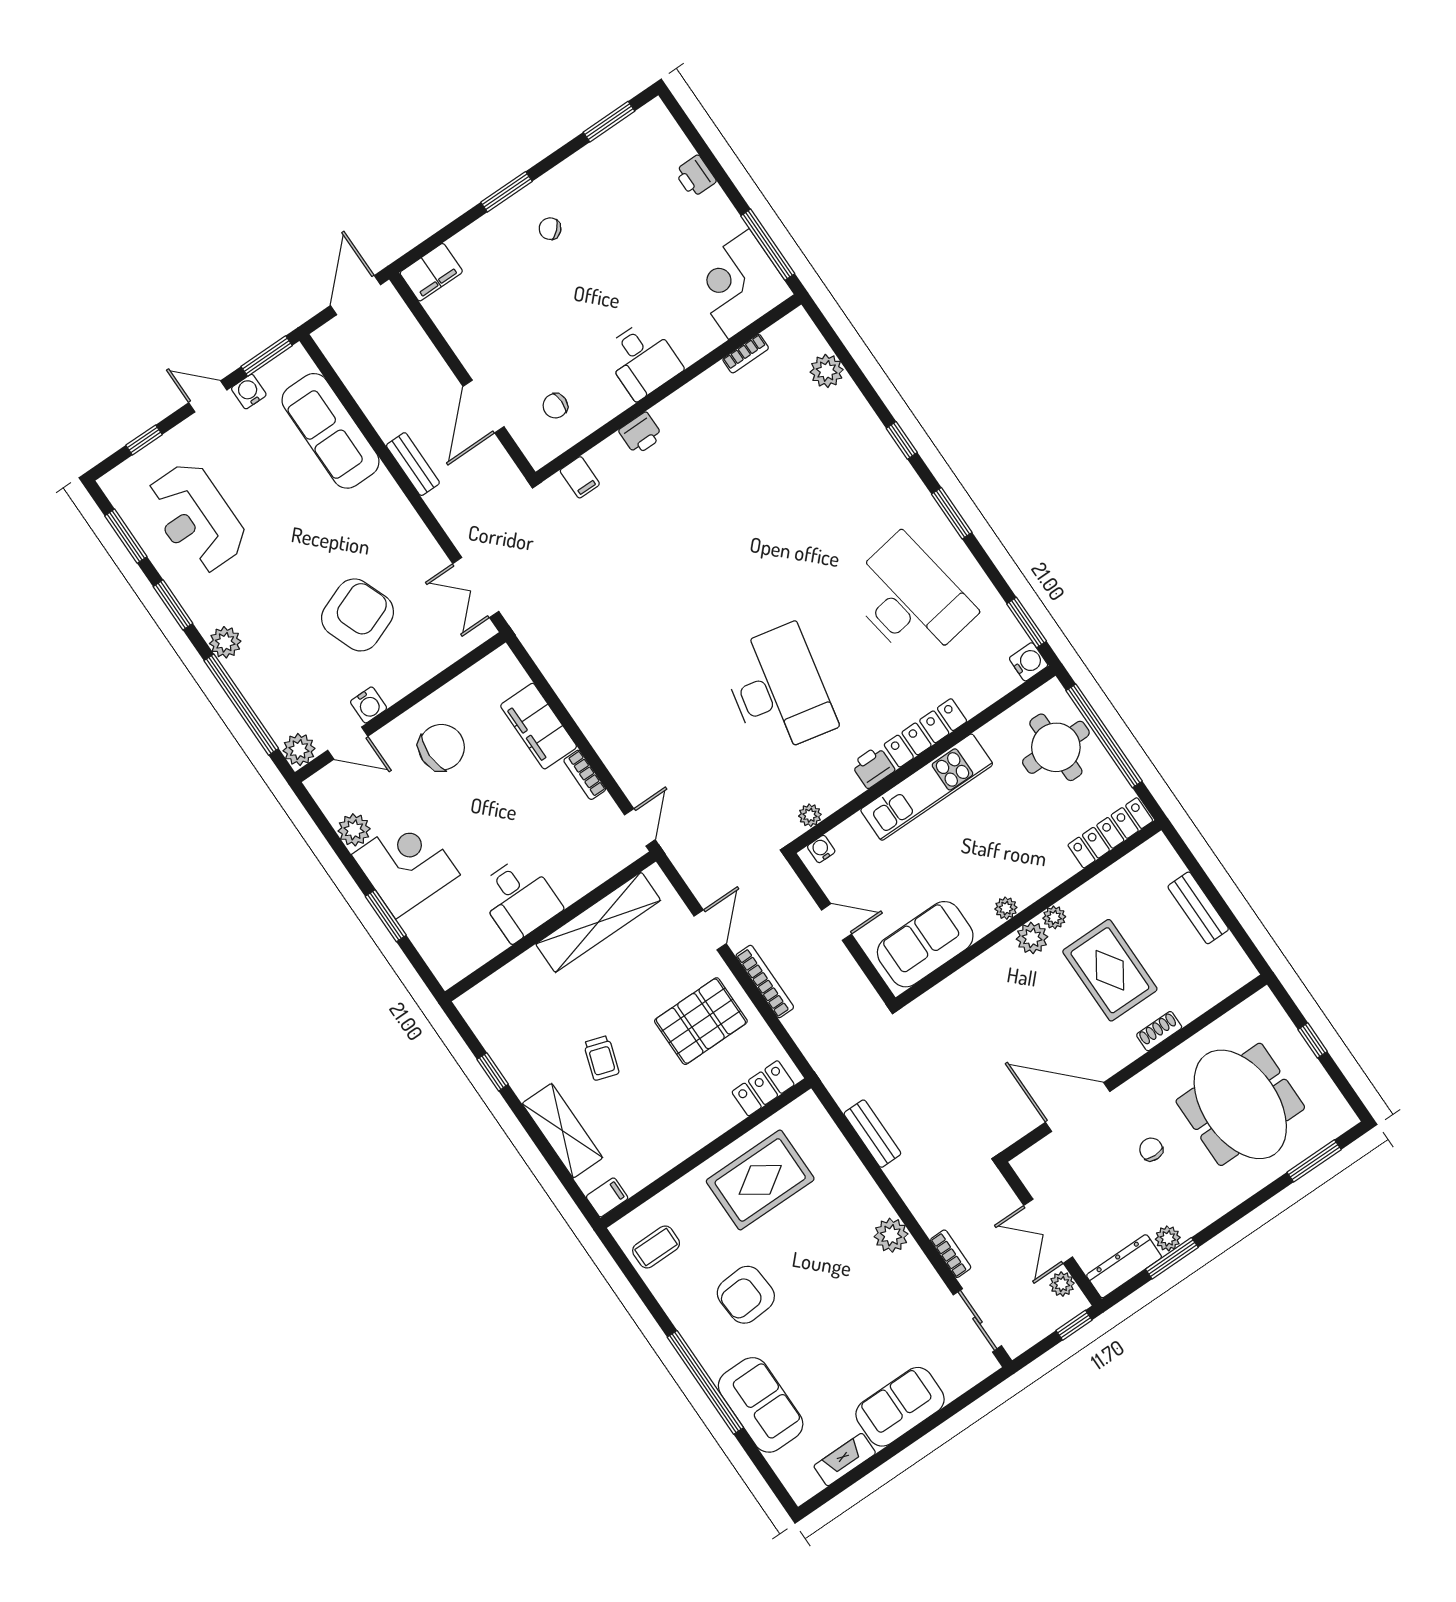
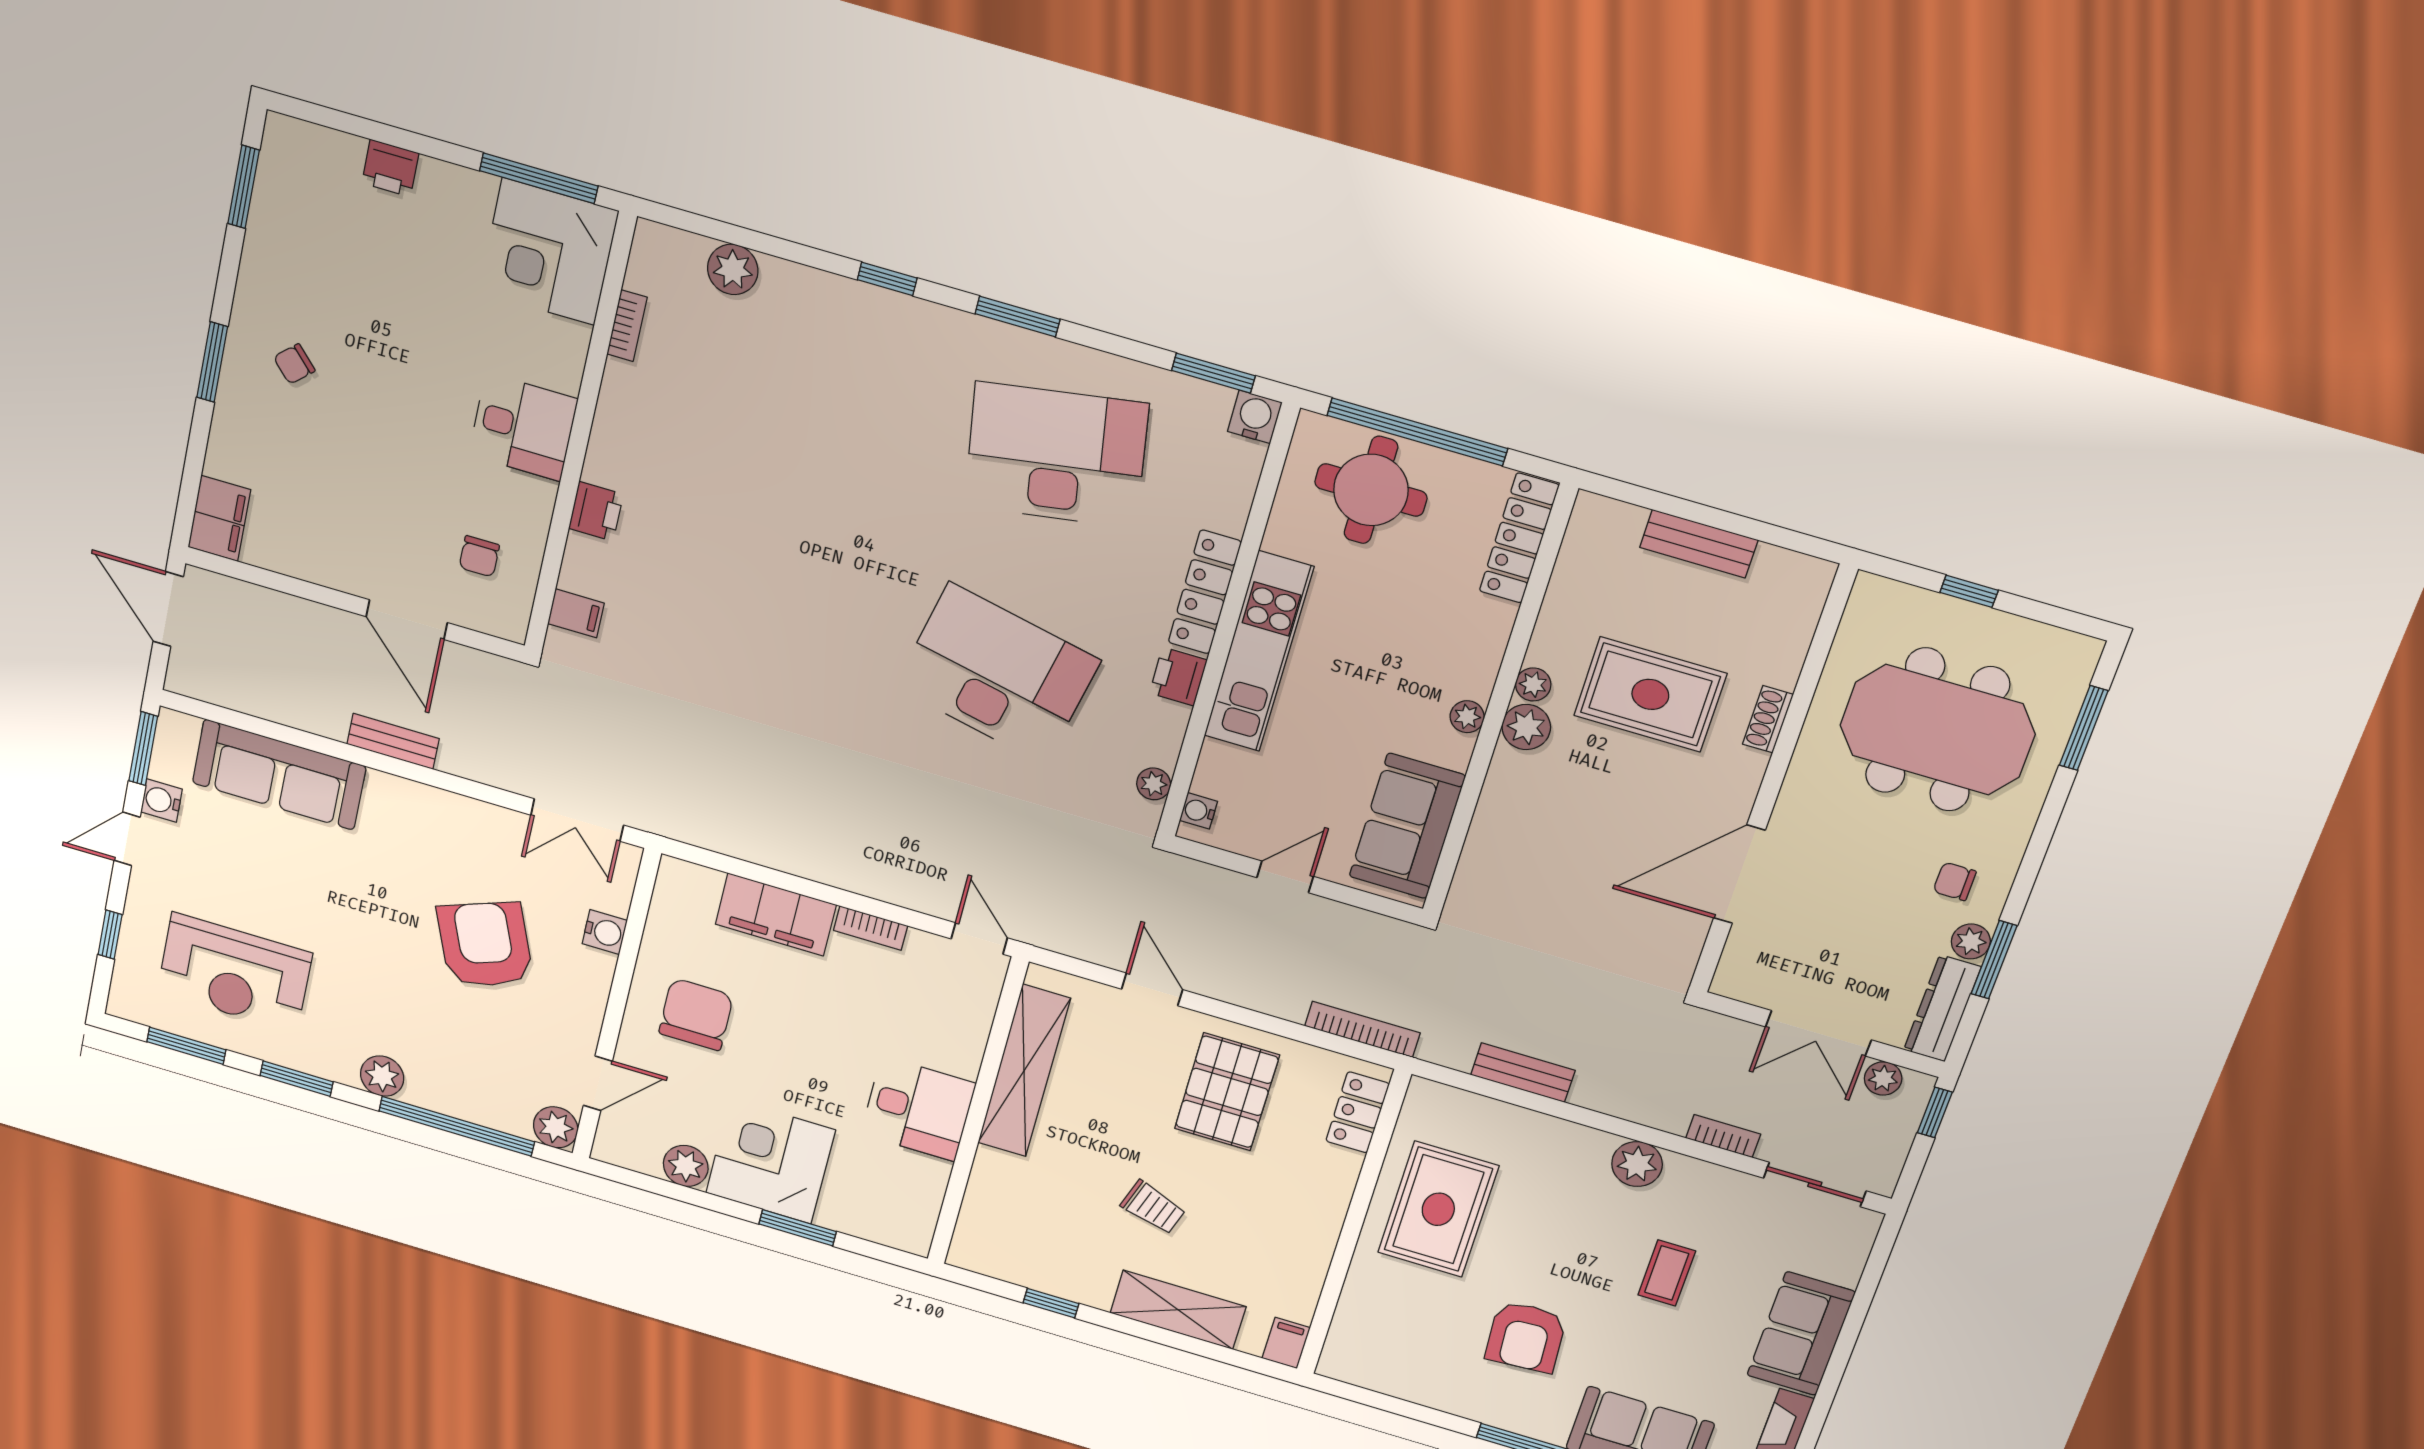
water cooler: (369, 705) -> (605, 932), moved
bookcase: (765, 982) -> (1362, 1029), moved
chair: (1151, 1149) -> (1955, 881), moved
coffee table: (656, 1247) -> (1667, 1273), moved

